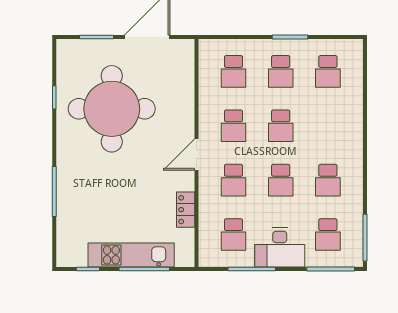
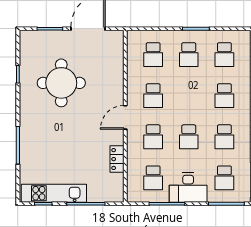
round table: (112, 109) -> (61, 83), width x0.73, depth x0.73
school desk: (281, 126) -> (224, 96), moved
kitchen unit: (131, 255) -> (54, 193), moved

